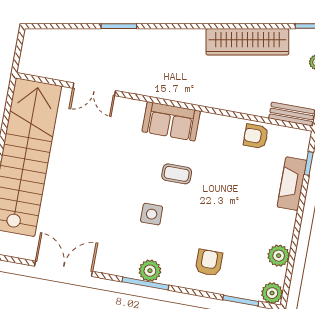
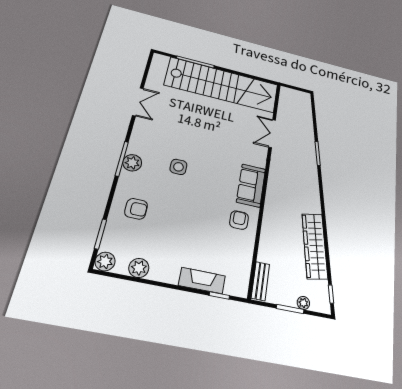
armchair: (256, 136) -> (239, 220), moved
coffee table: (177, 174) -> (210, 187), removed
double door: (64, 269) -> (138, 102), width x0.73

